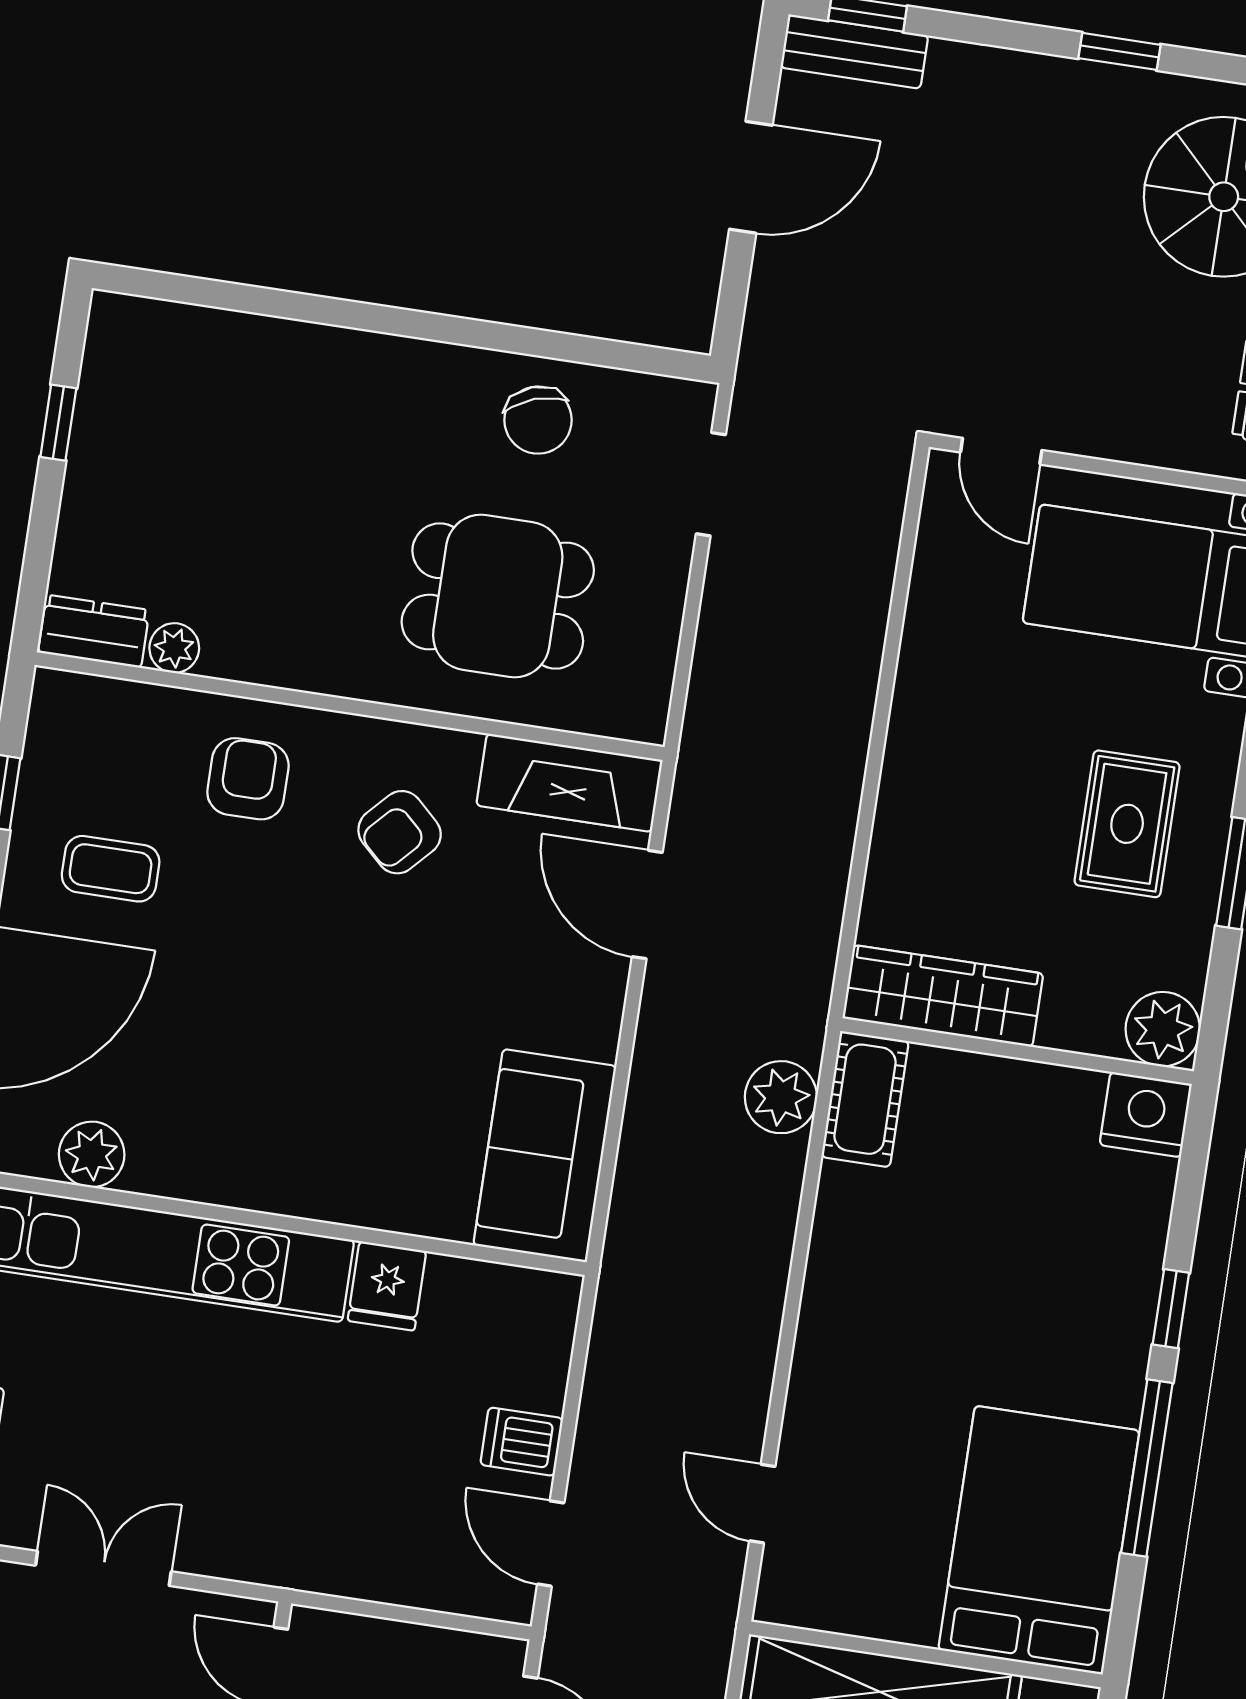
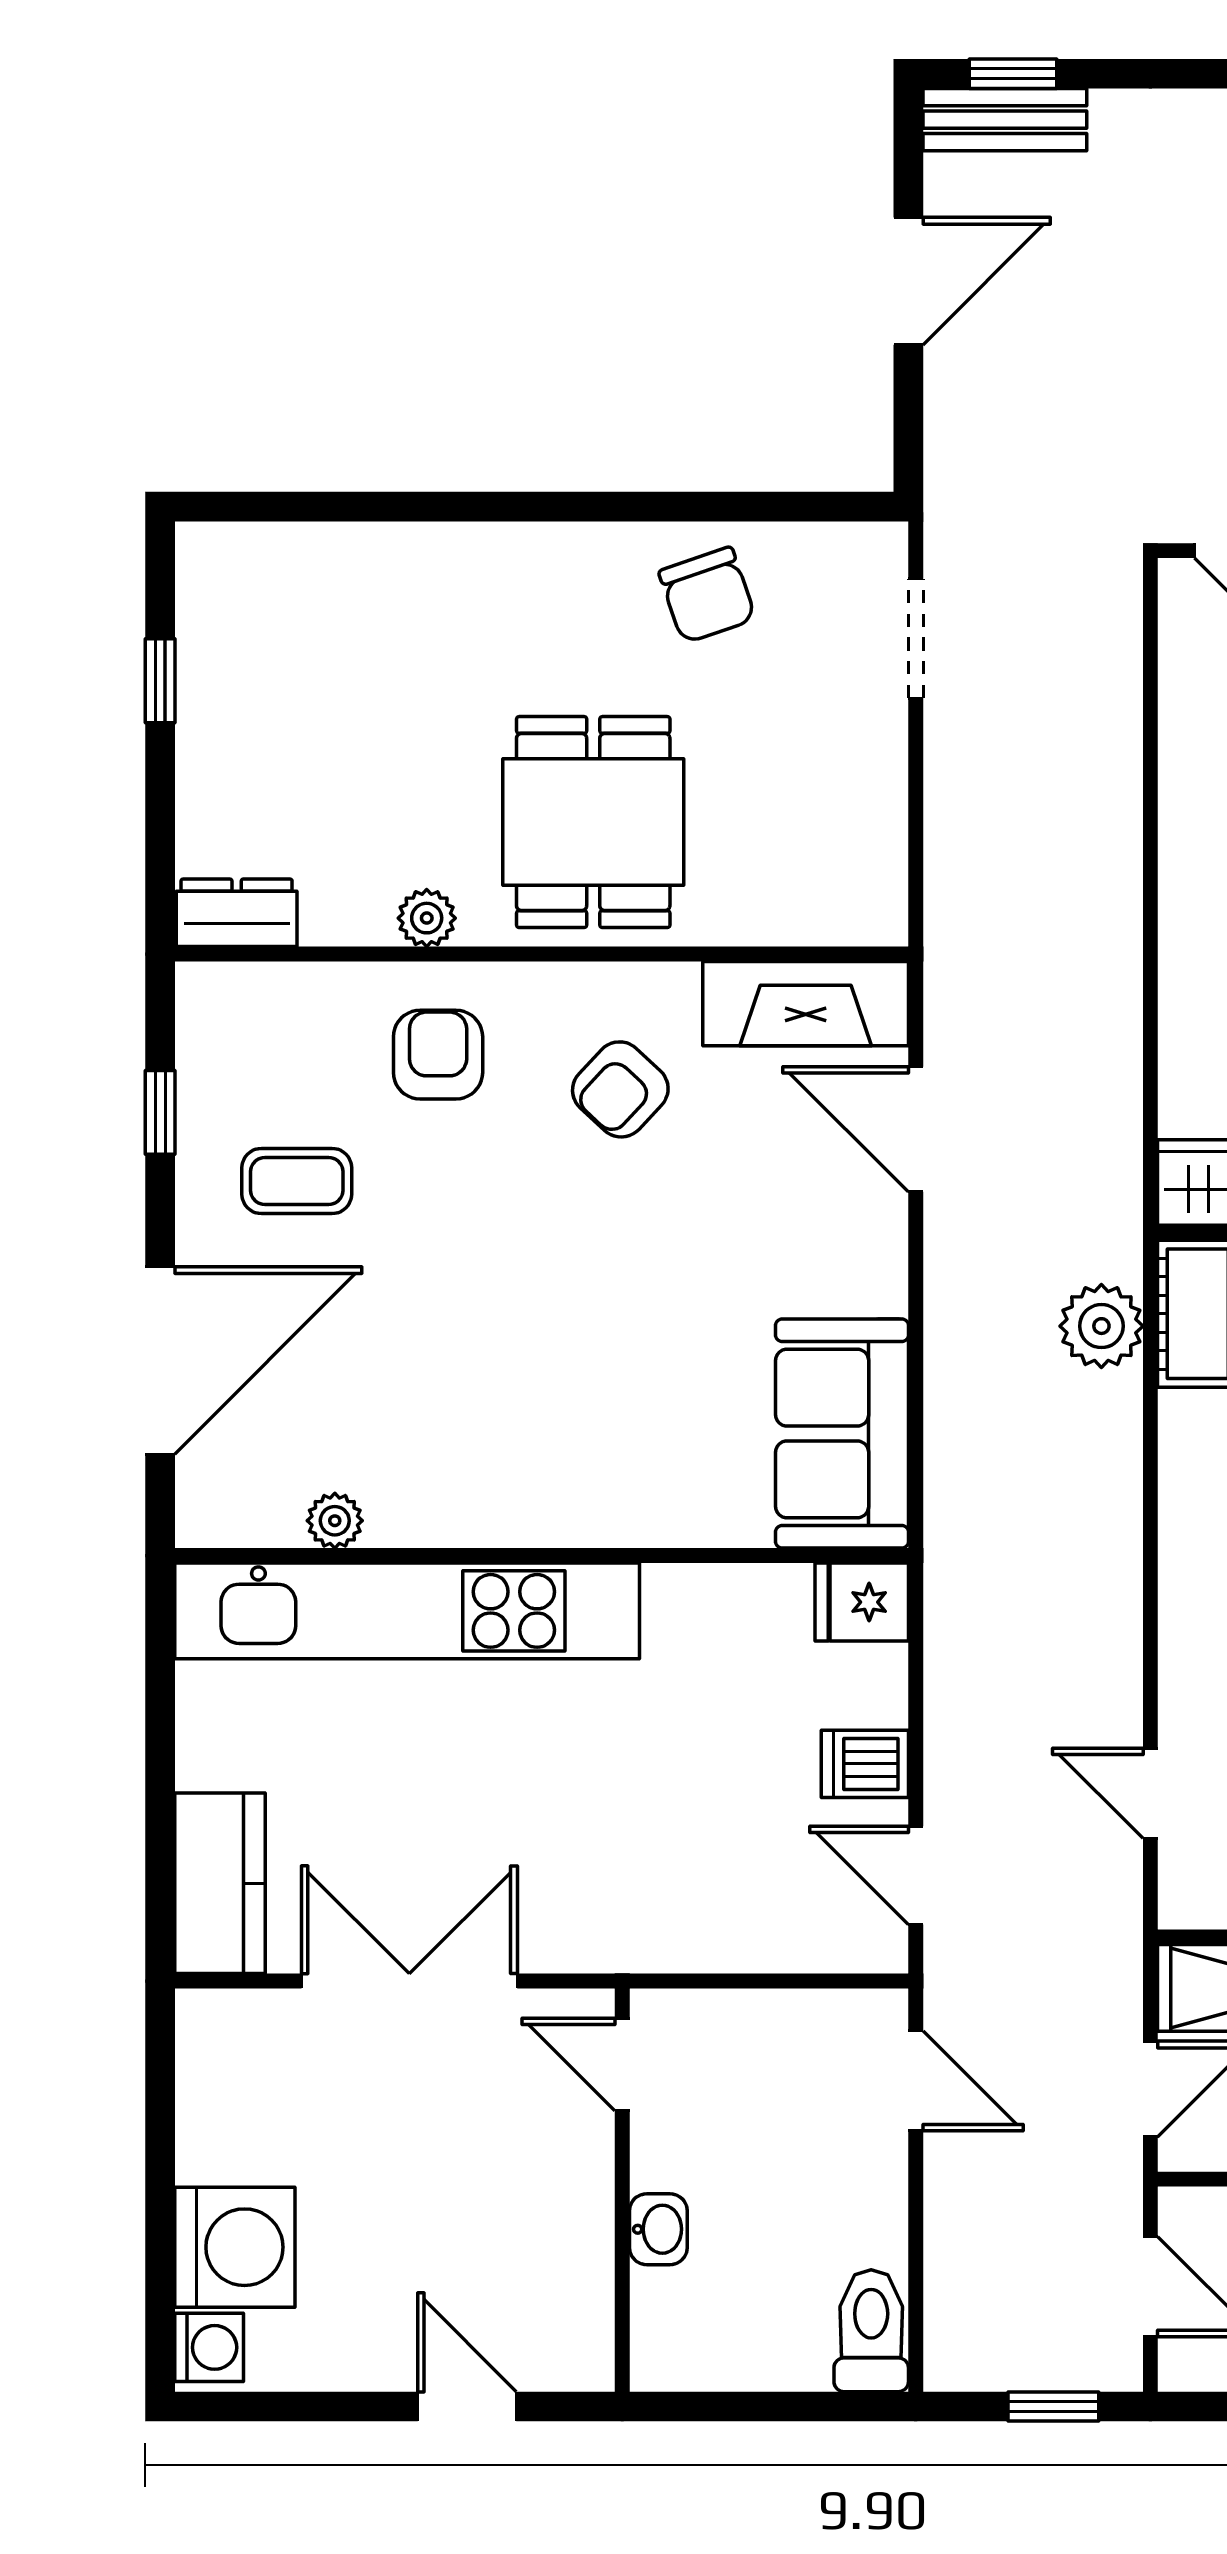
dining table: (498, 596) -> (593, 822), moved, turned 90
plant: (174, 648) -> (427, 918), moved
plant: (92, 1154) -> (335, 1521), width x0.73, depth x0.73
fridge: (387, 1286) -> (862, 1602), moved, turned 90
double door: (103, 1568) -> (409, 1981), width x1.37

